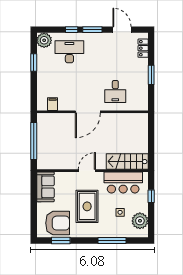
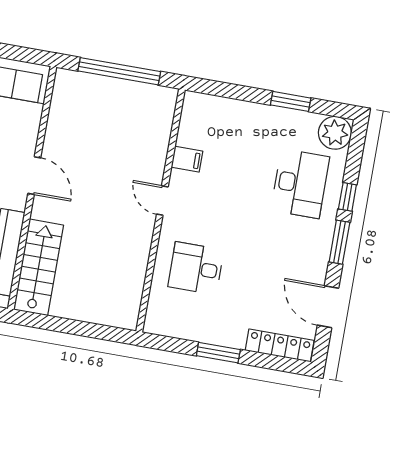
door: (122, 30) -> (328, 307), swing flipped
locker: (143, 48) -> (280, 345), width x1.53
filing cabinet: (53, 104) -> (187, 159), moved
door: (88, 112) -> (162, 201), width x0.53

